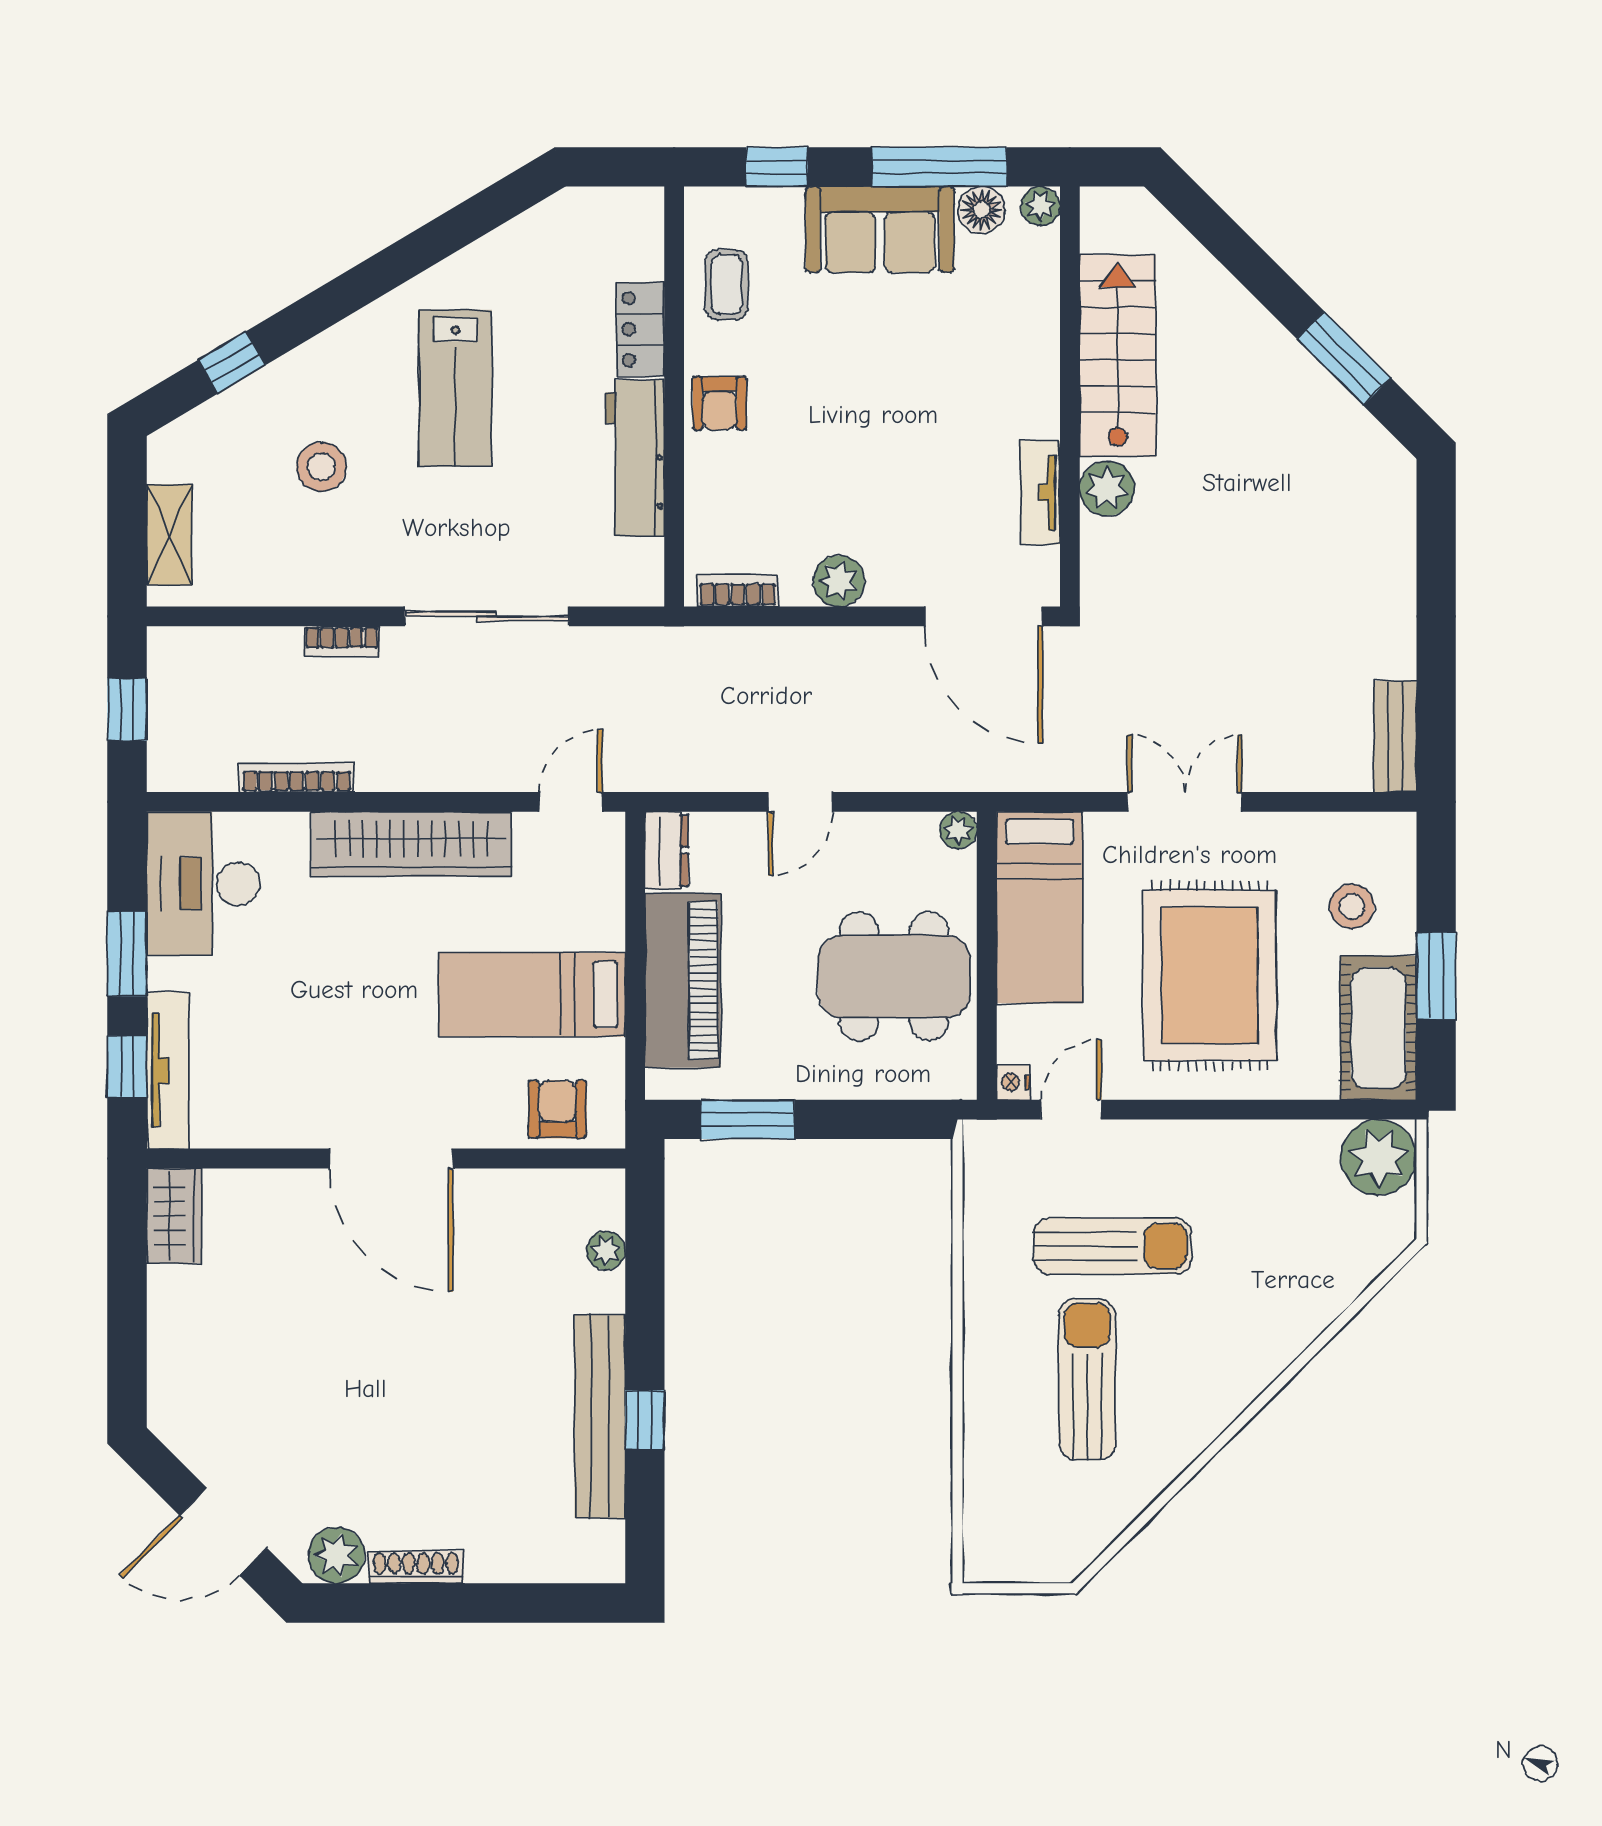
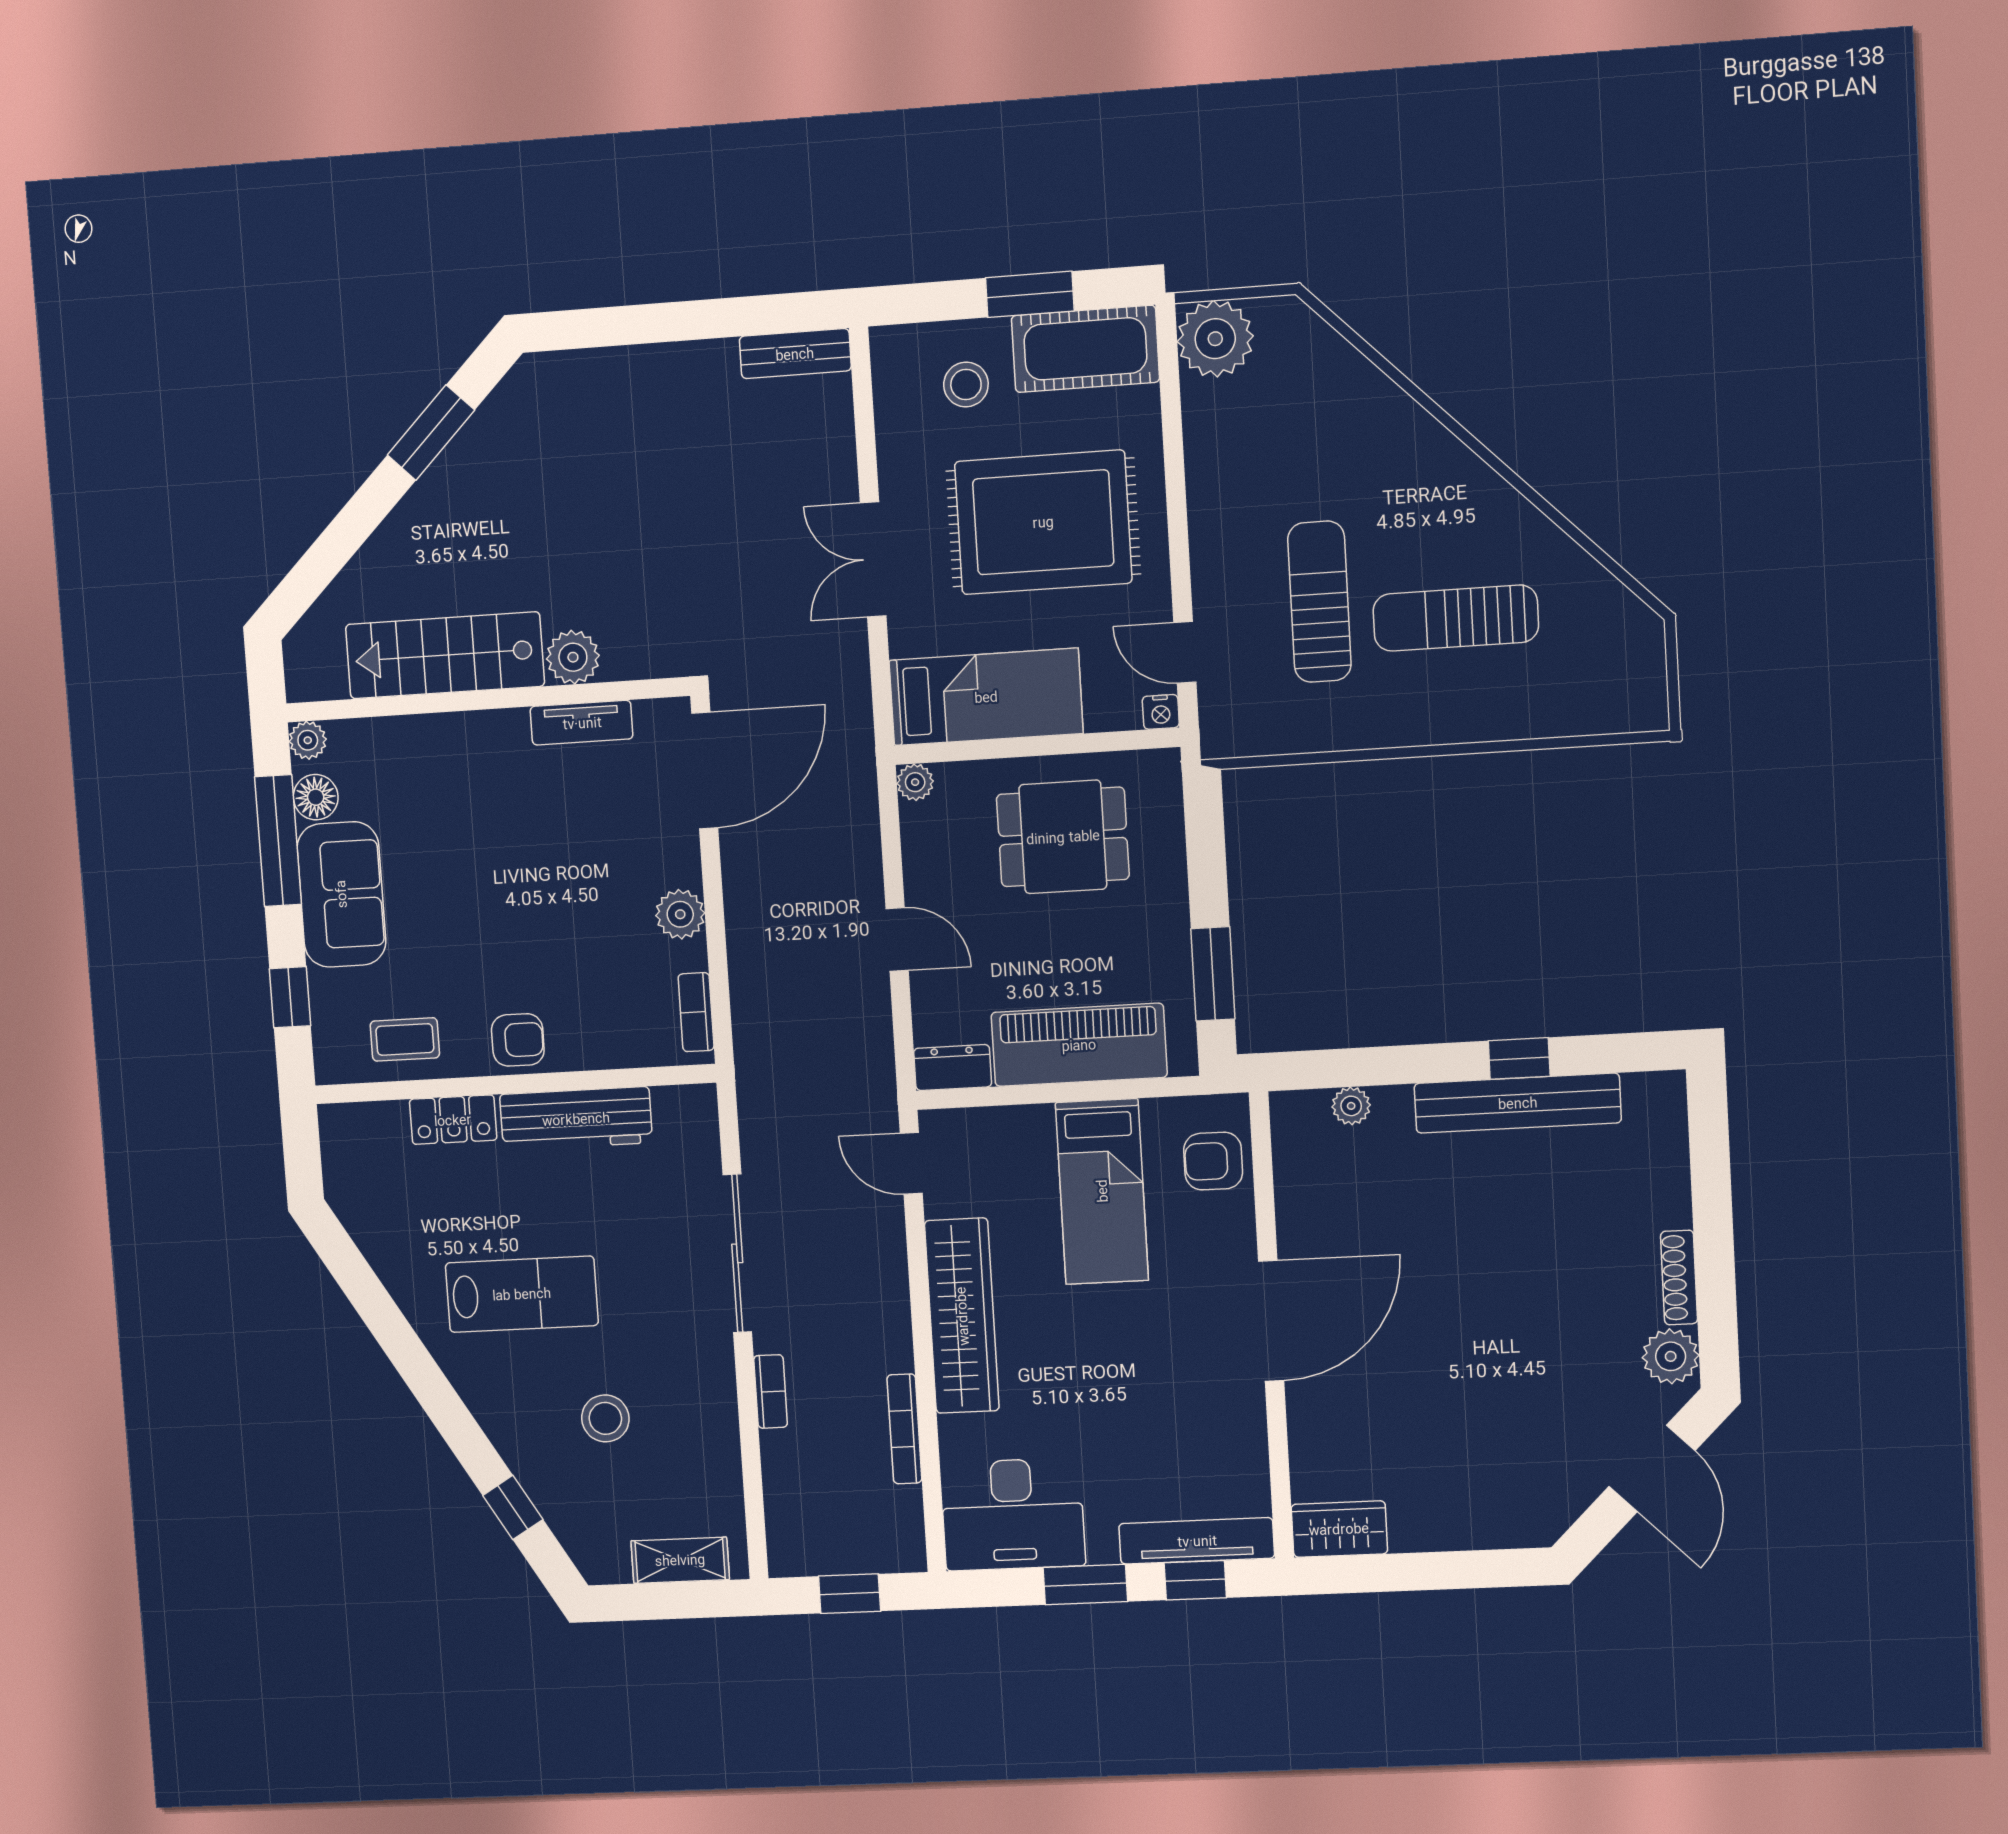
dining table: (894, 976) -> (1063, 837), width x0.73

